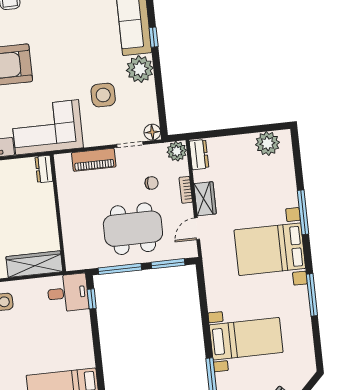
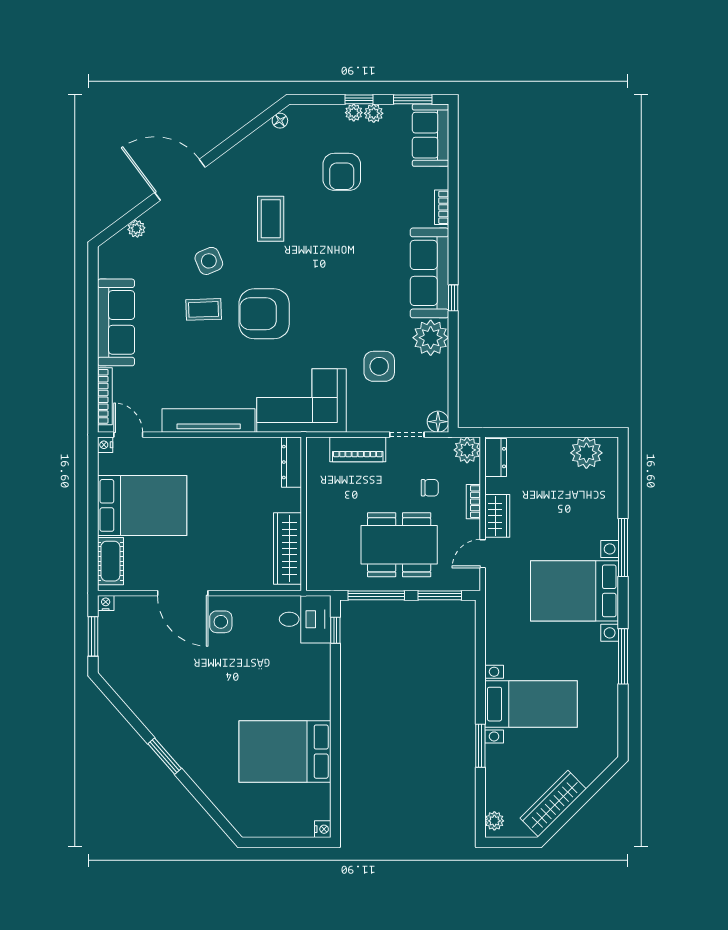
dresser: (44, 169) -> (291, 462), width x1.44
wardrobe: (34, 264) -> (287, 548), moved, turned -90

